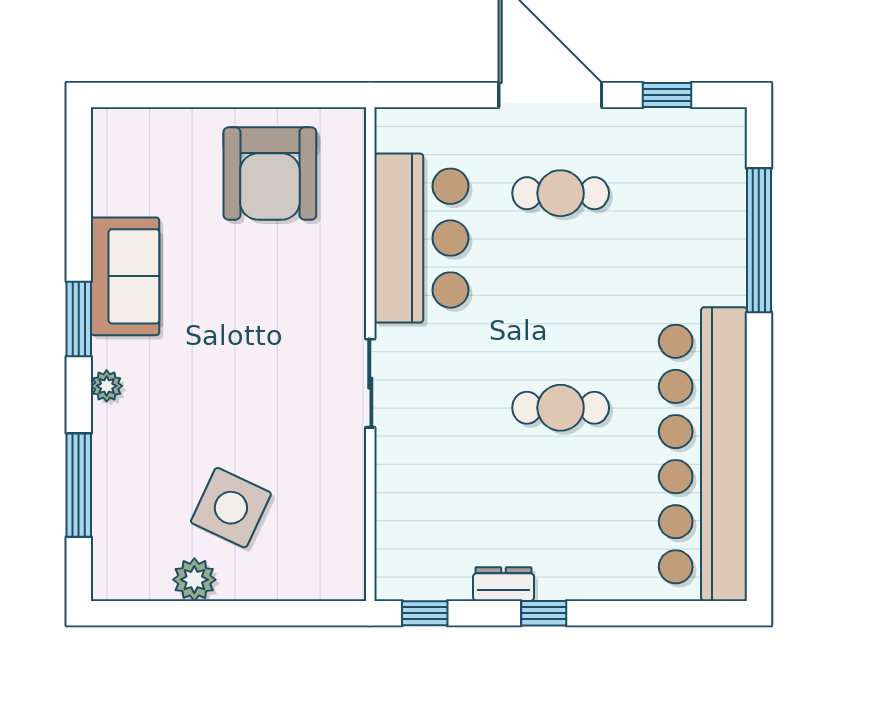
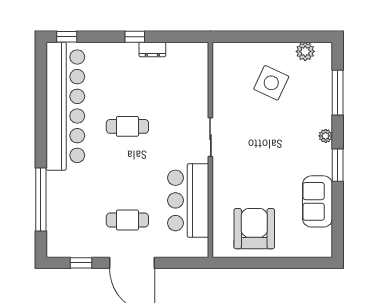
sofa: (125, 276) -> (317, 201), moved
plant: (194, 580) -> (305, 51), moved
window: (425, 613) -> (67, 37), moved

